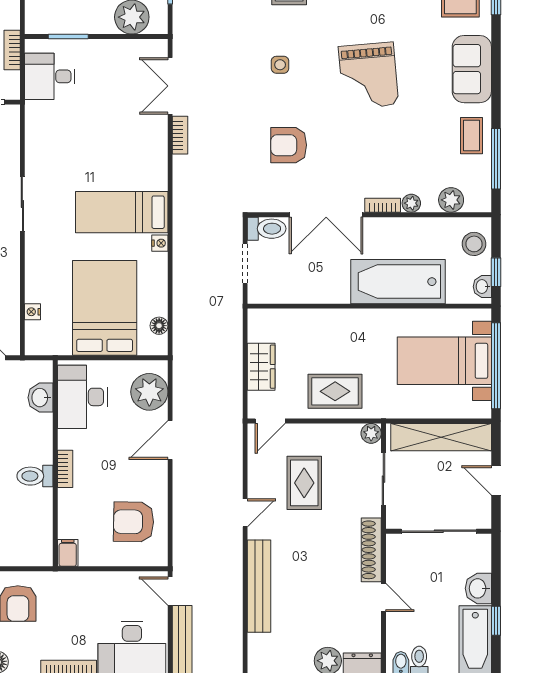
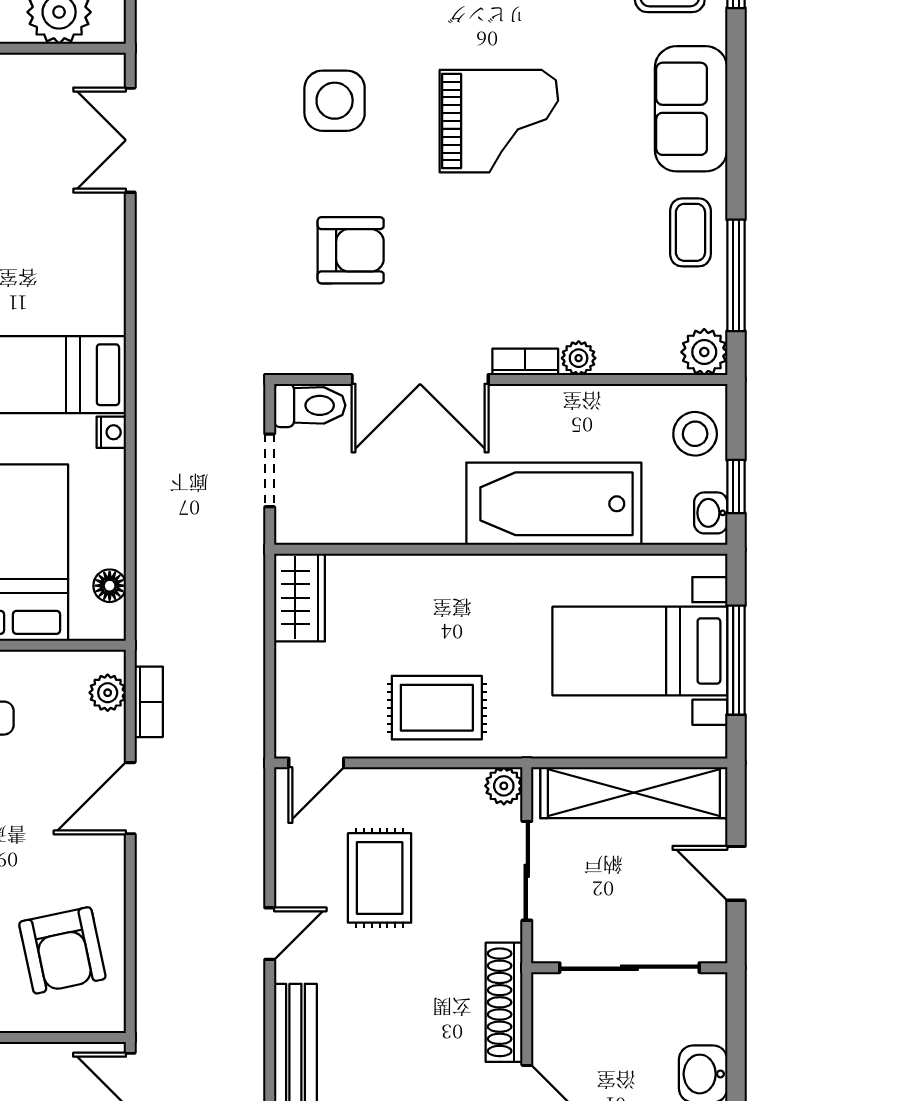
side table: (280, 65) -> (335, 101), width x1.87, depth x1.87
grand piano: (368, 76) -> (499, 121), turned -85
bookcase: (180, 135) -> (149, 702), moved
armchair: (289, 145) -> (351, 250), turned 180
plant: (451, 200) -> (704, 352), moved
window: (496, 366) -> (736, 660), width x0.68
wardrobe: (261, 367) -> (300, 598), moved
plant: (149, 392) -> (108, 693), width x0.53, depth x0.53
armchair: (134, 522) -> (62, 950), turned -103

